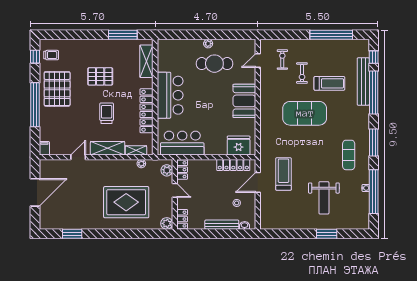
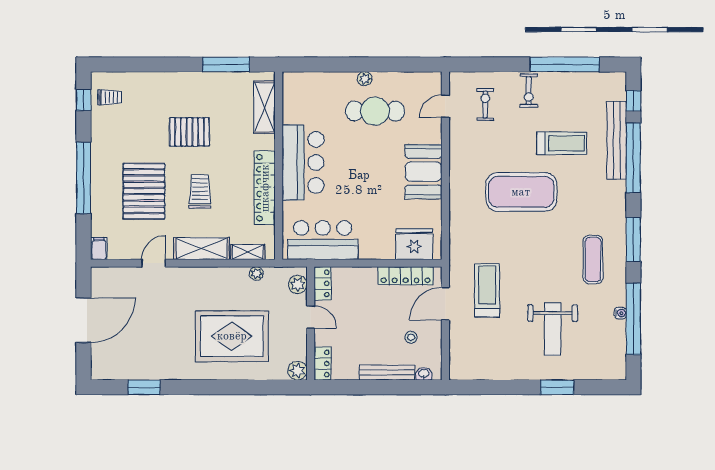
exercise bike: (302, 73) -> (529, 91), moved
pallet: (57, 89) -> (144, 191), moved

